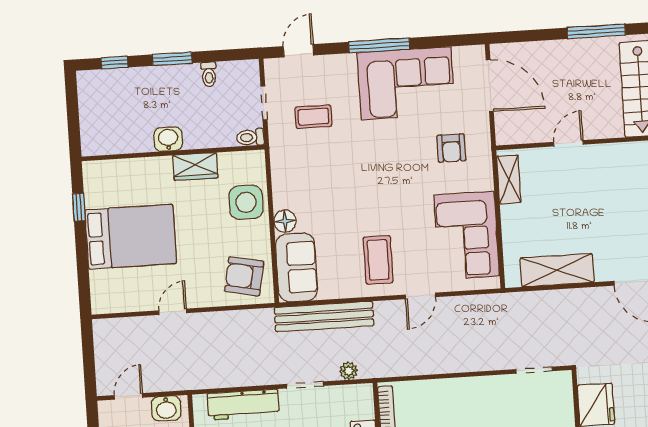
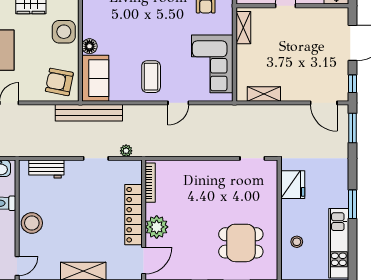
shelving: (557, 270) -> (264, 94), width x0.67, depth x0.75
bench: (324, 317) -> (89, 113), moved
workbench: (243, 405) -> (46, 169), width x0.73

